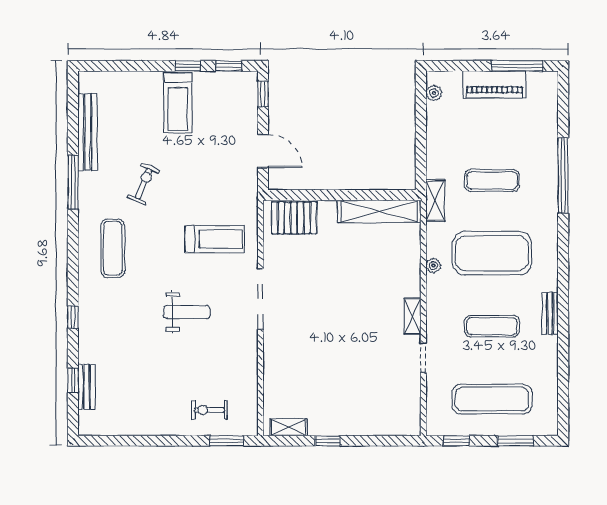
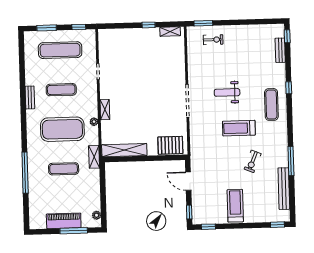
window: (188, 66) -> (277, 225), moved
window: (517, 66) -> (74, 231), moved
treadmill: (215, 239) -> (239, 128), moved
exercise mat: (113, 248) -> (271, 104), moved
shelving: (413, 316) -> (105, 110), moved
window: (73, 380) -> (287, 36), moved

